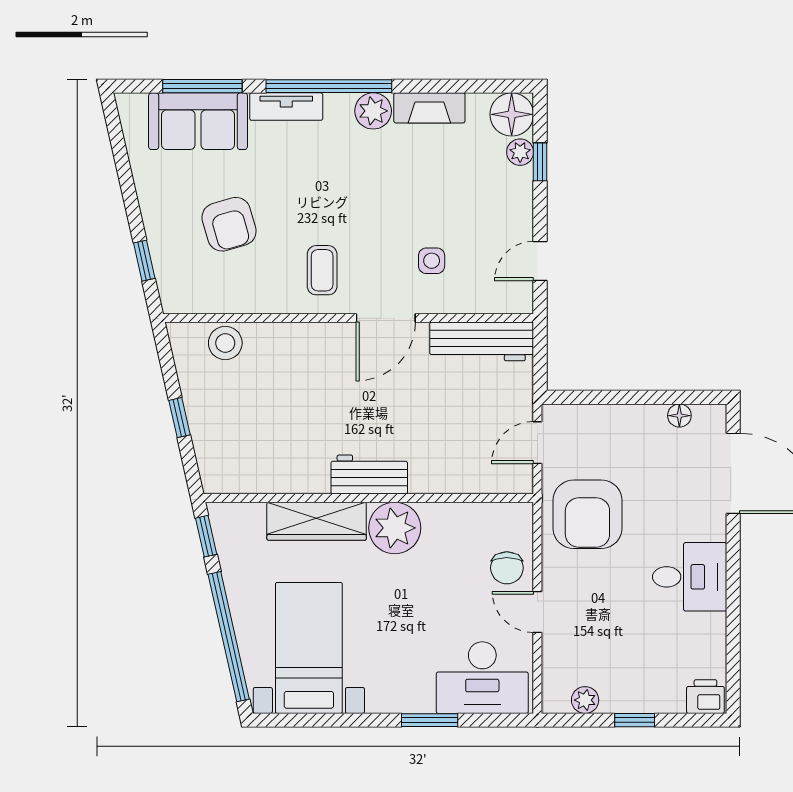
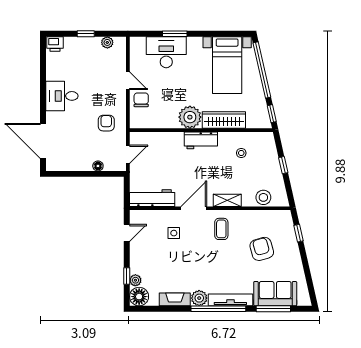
tv unit: (286, 107) -> (230, 300), width x1.41
shelving: (308, 336) -> (227, 200), added
floor lamp: (679, 416) -> (98, 166), moved
stool: (276, 445) -> (241, 153), added
armchair: (587, 514) -> (106, 123), width x0.53, depth x0.53
desk: (482, 678) -> (166, 52), moved

